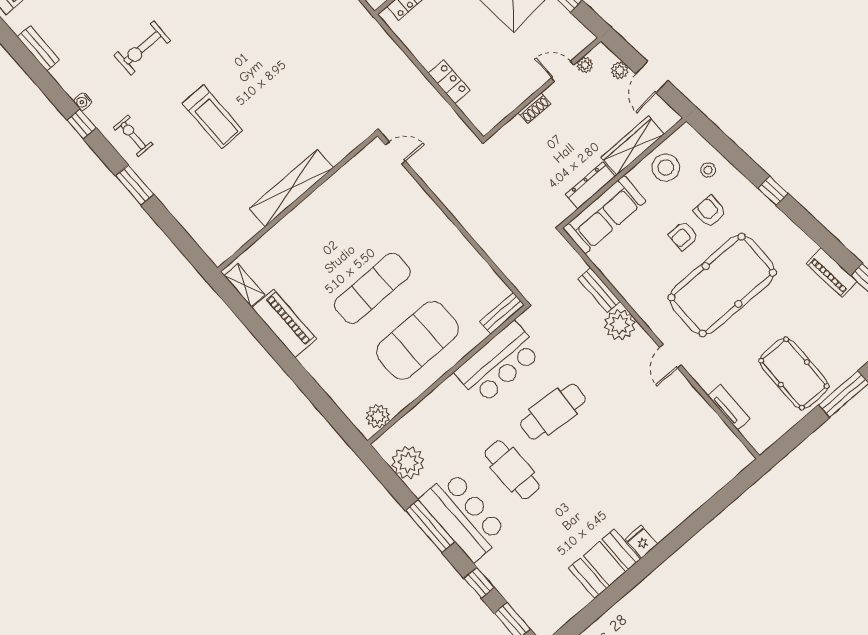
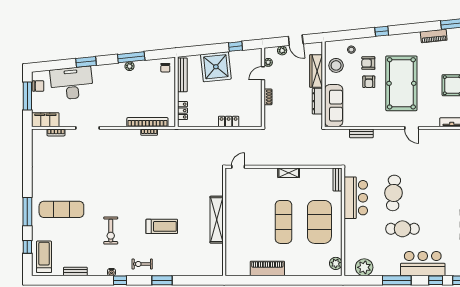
shelving: (244, 285) -> (289, 173), moved
plant: (620, 325) -> (382, 137), removed
bar counter: (463, 516) -> (423, 264), moved

